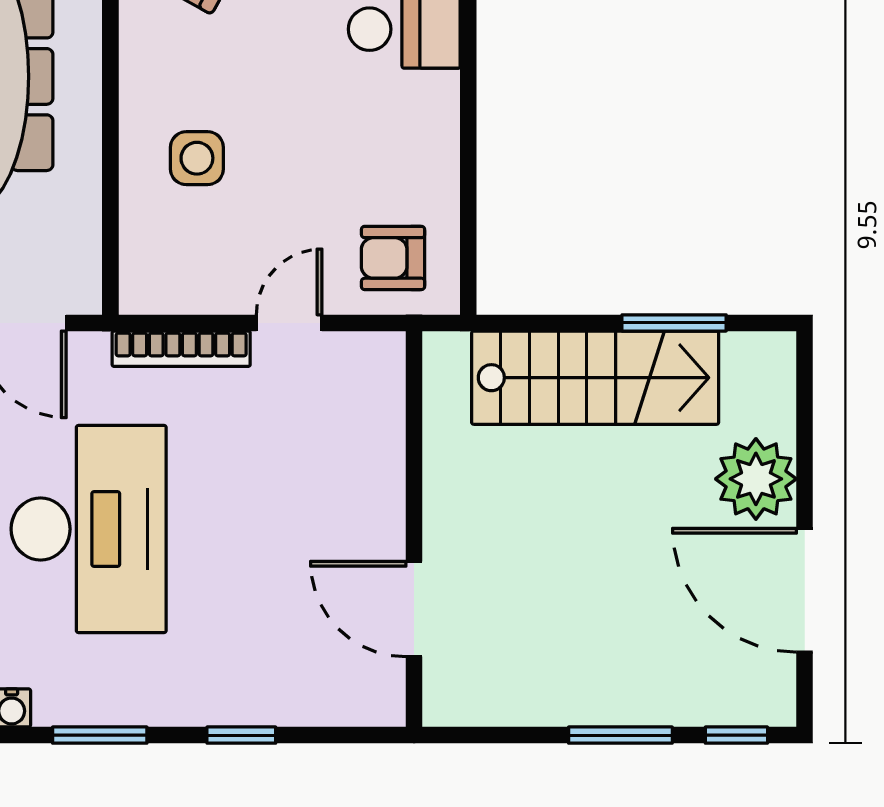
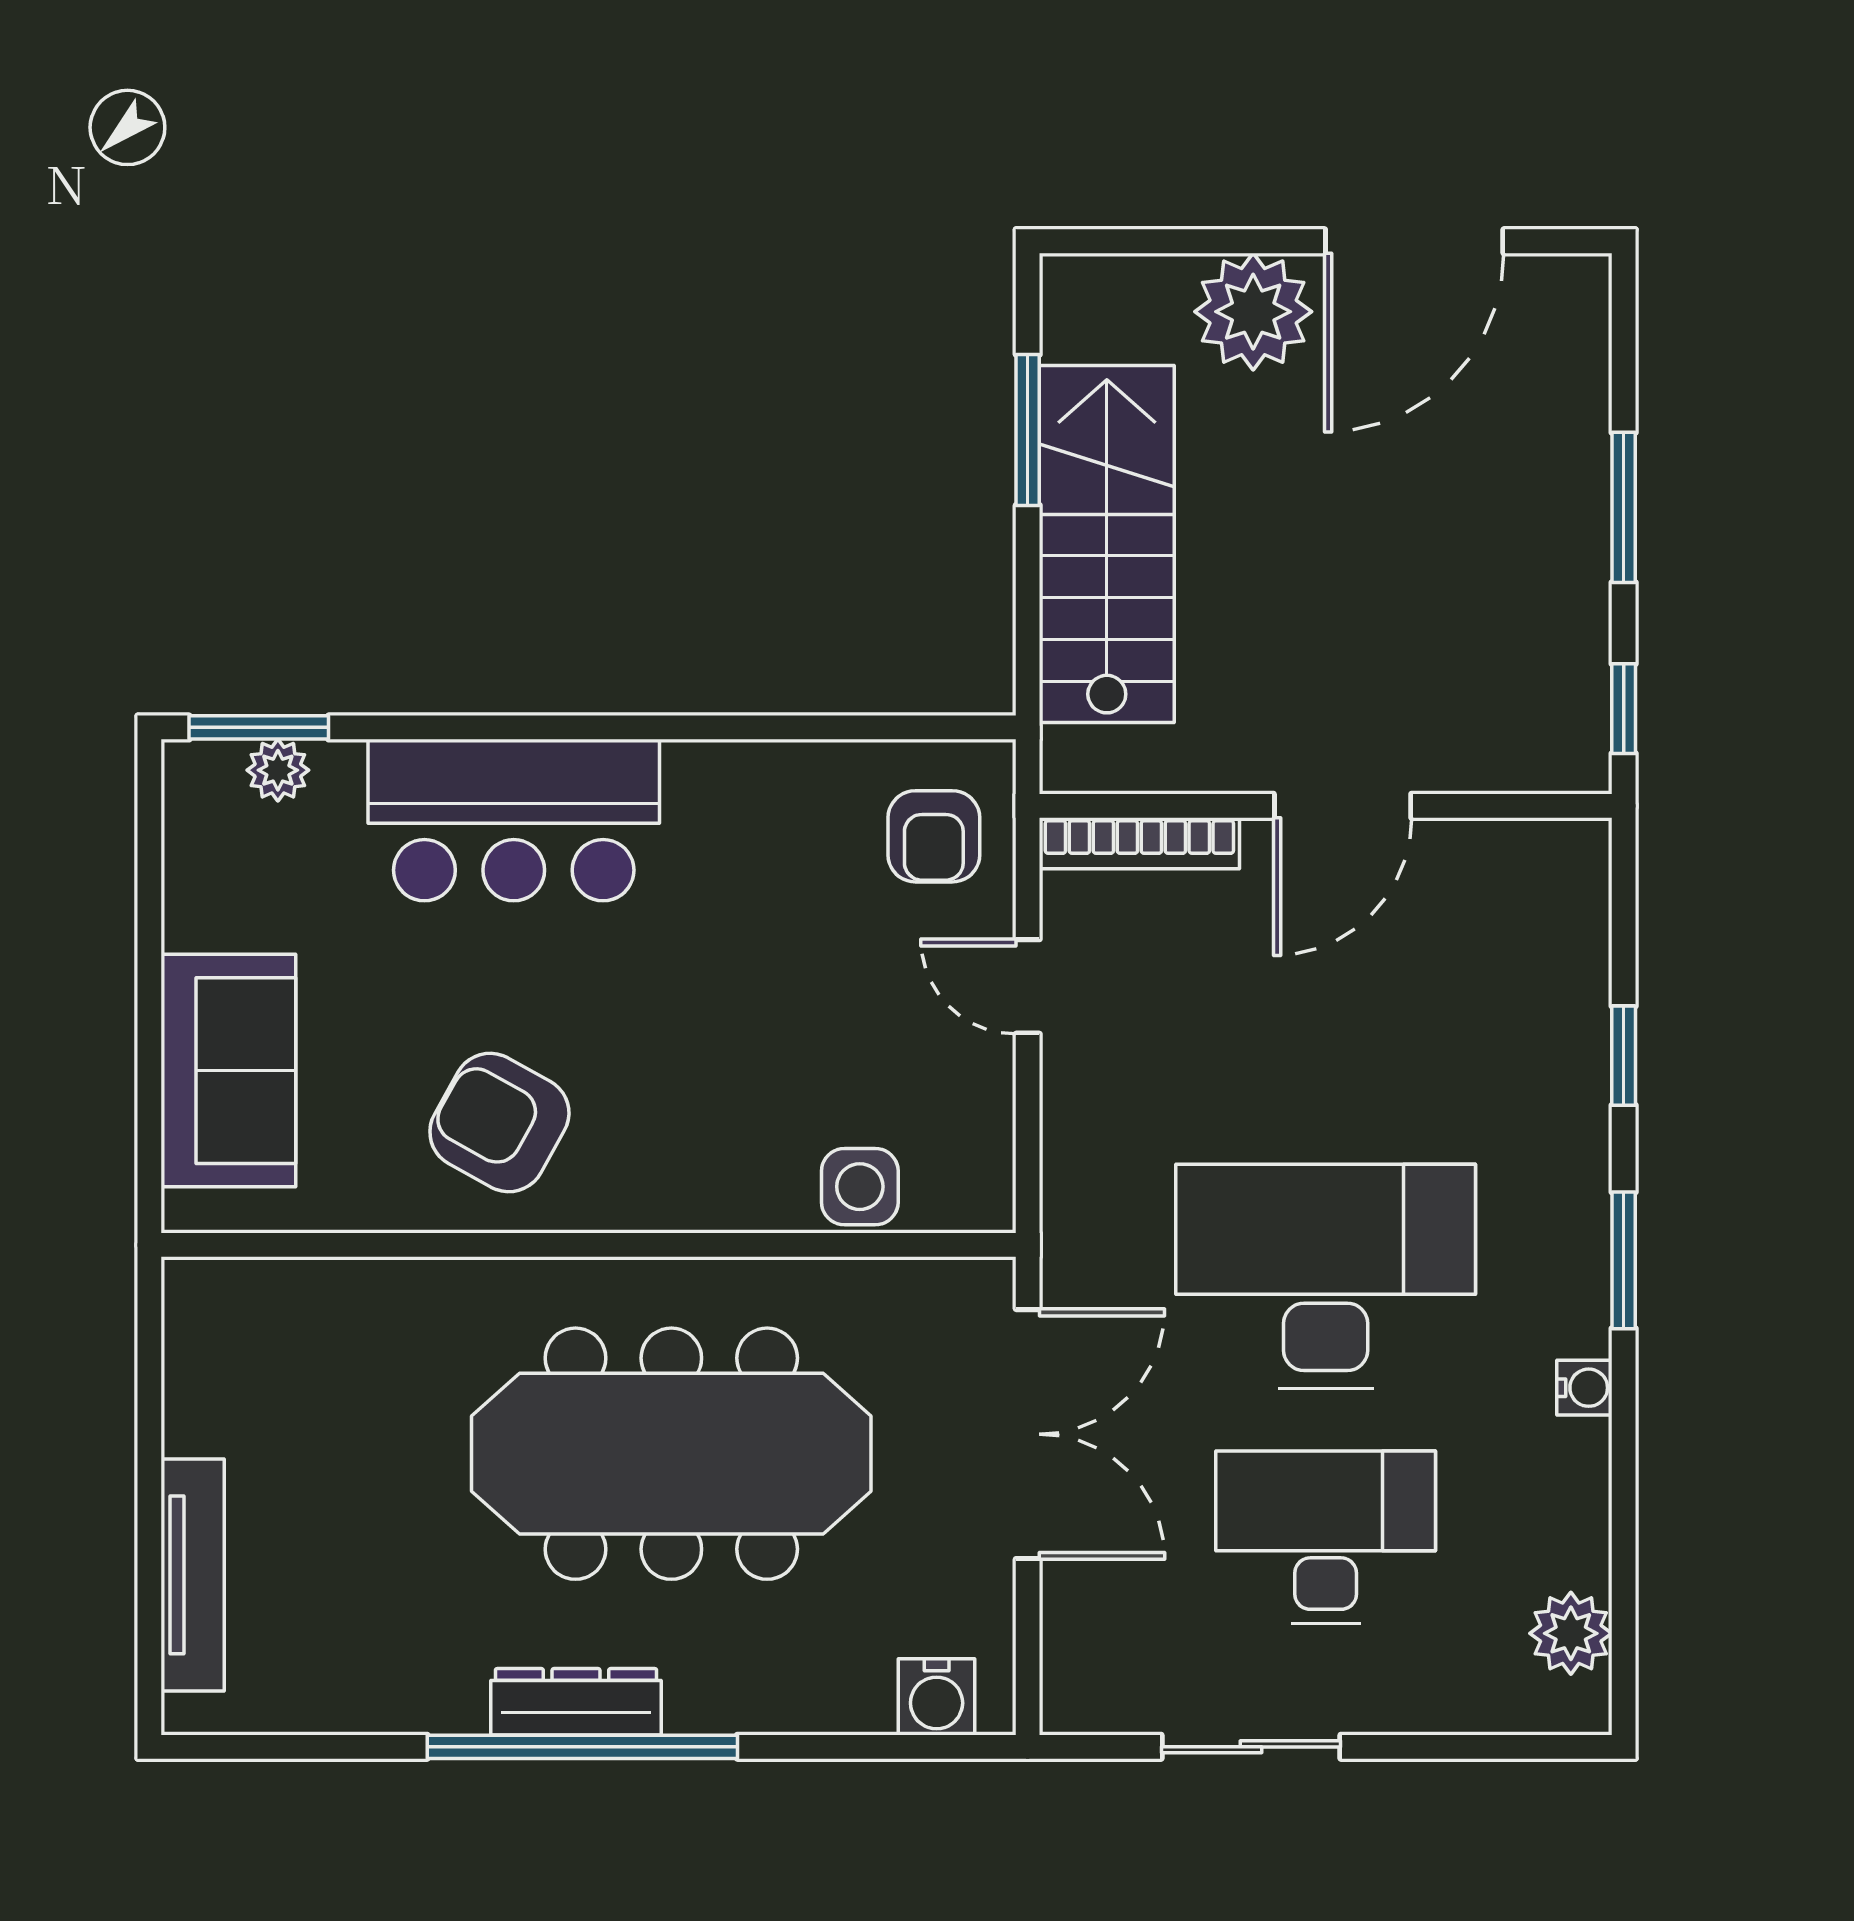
side table: (197, 158) -> (860, 1187), moved
bookcase: (181, 349) -> (1139, 843), moved, turned 90
door: (414, 609) -> (1343, 806), moved
window: (736, 735) -> (1624, 709), moved

